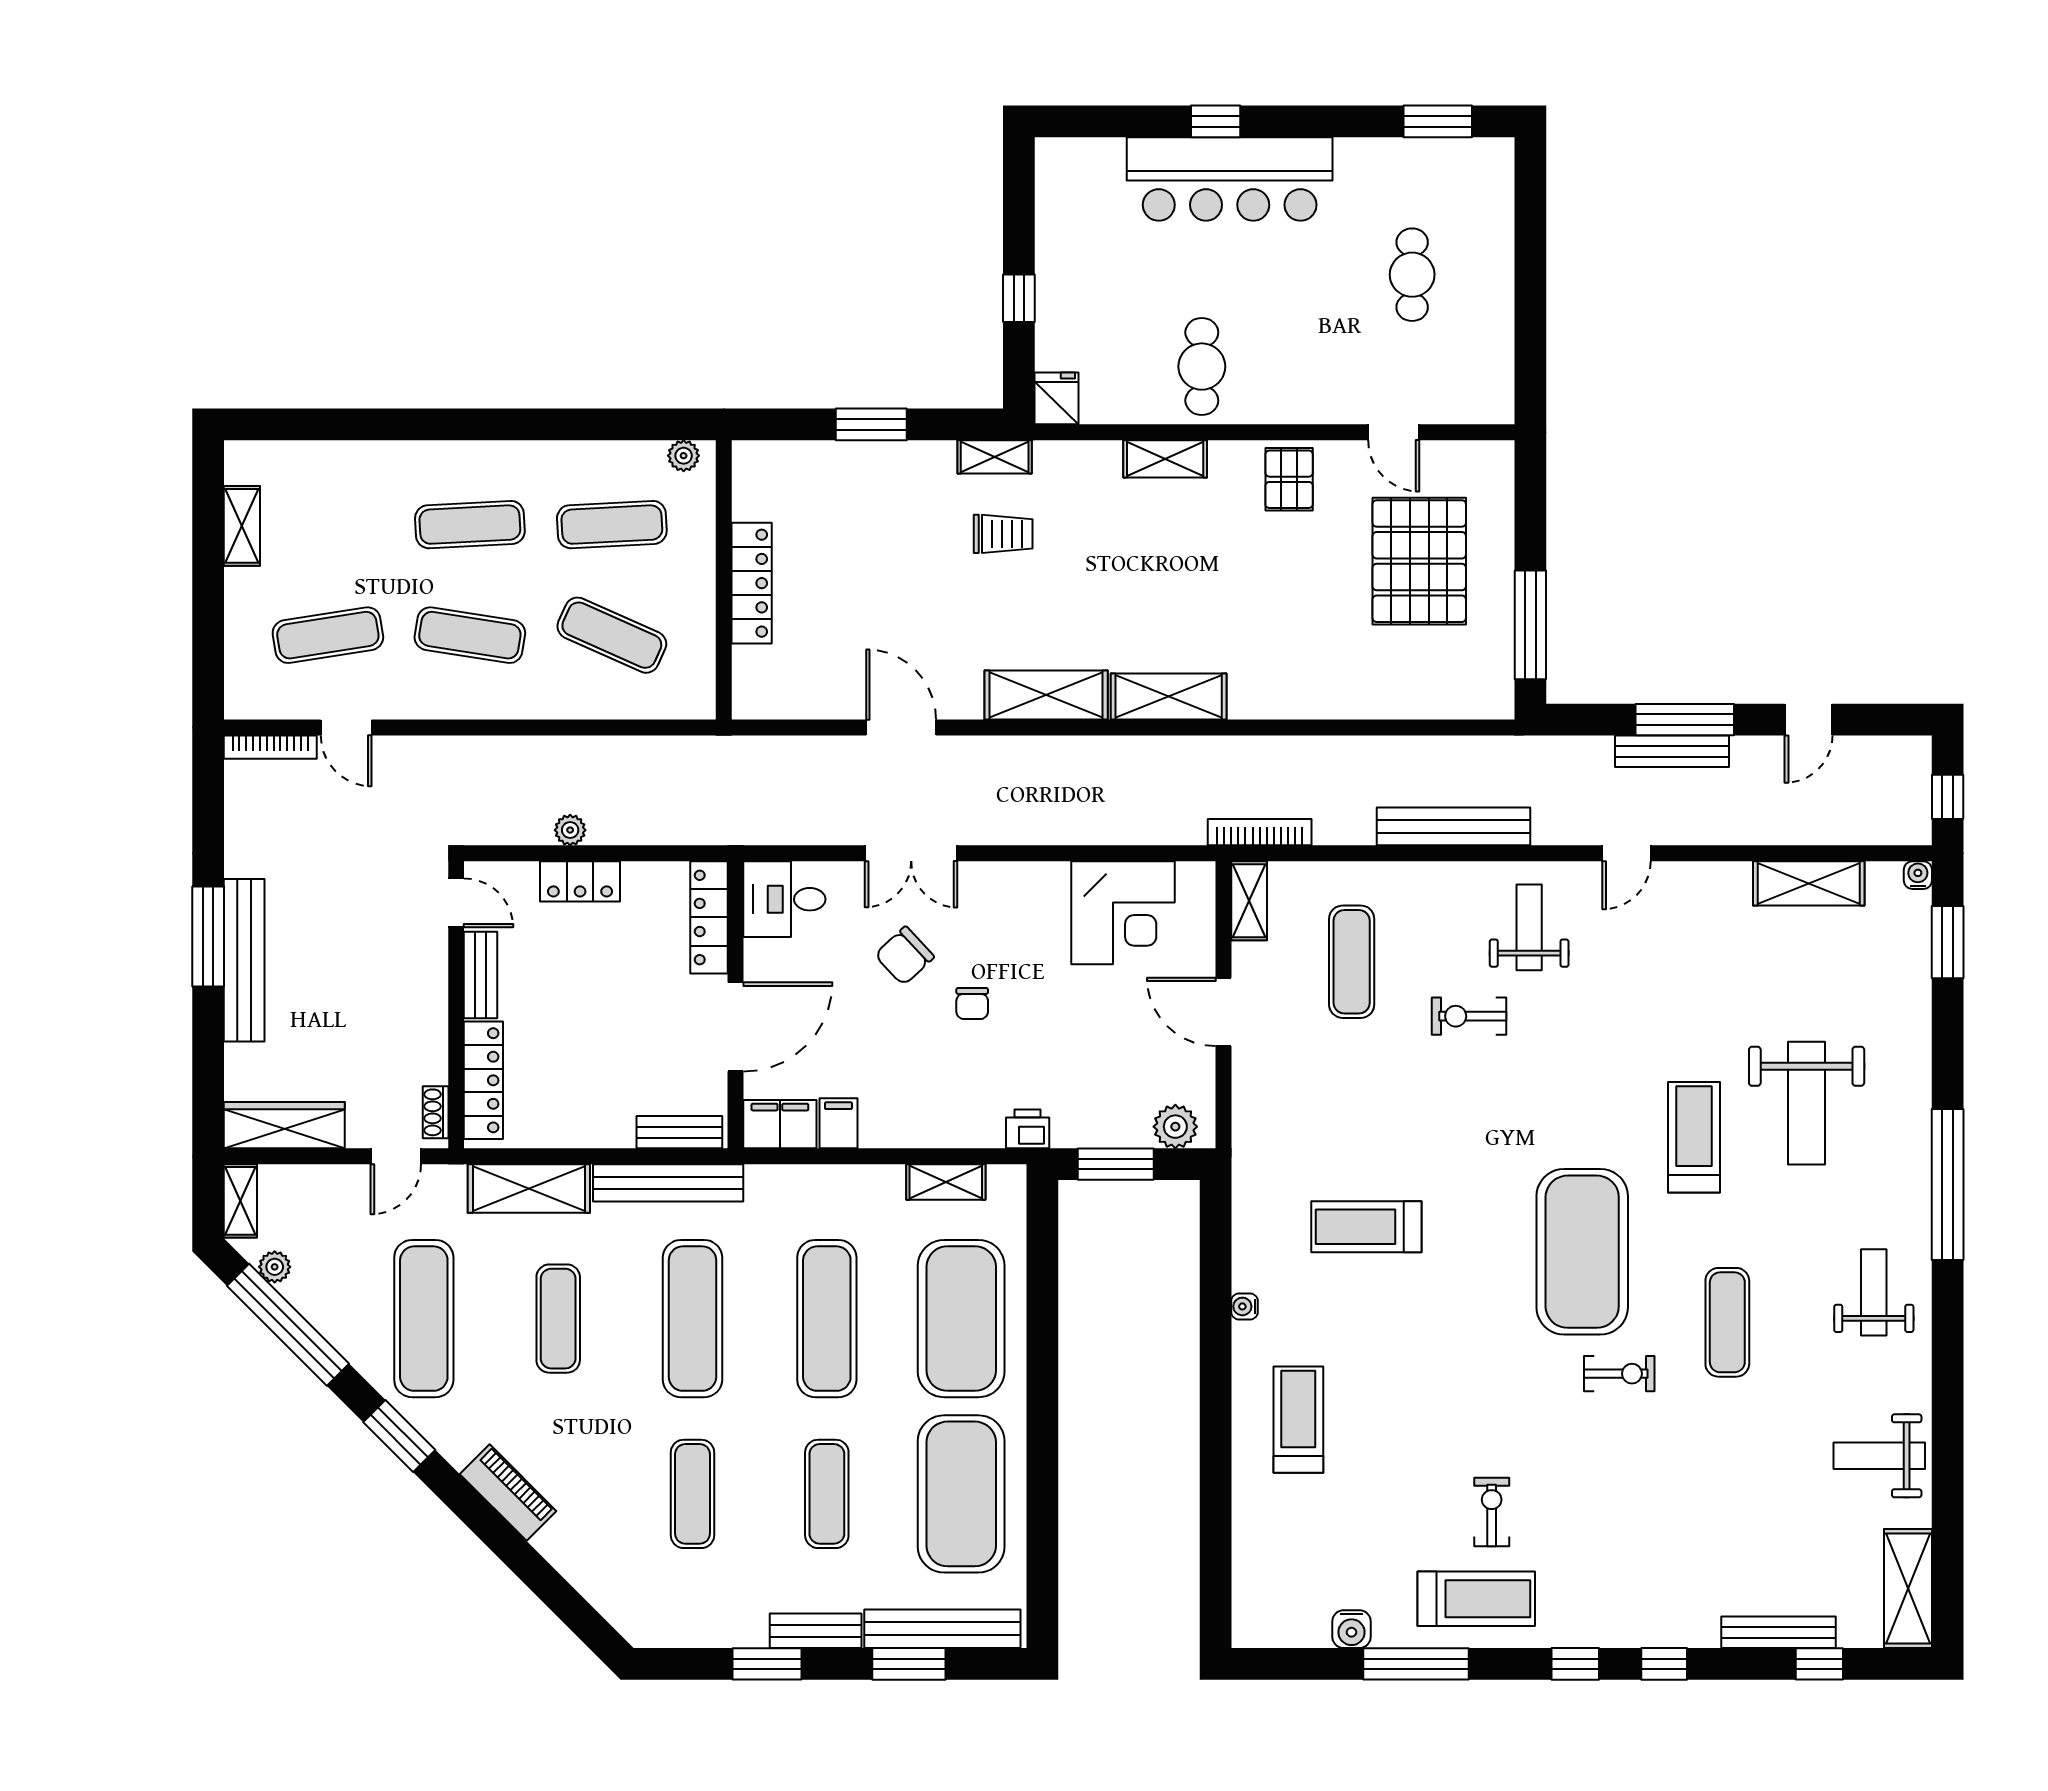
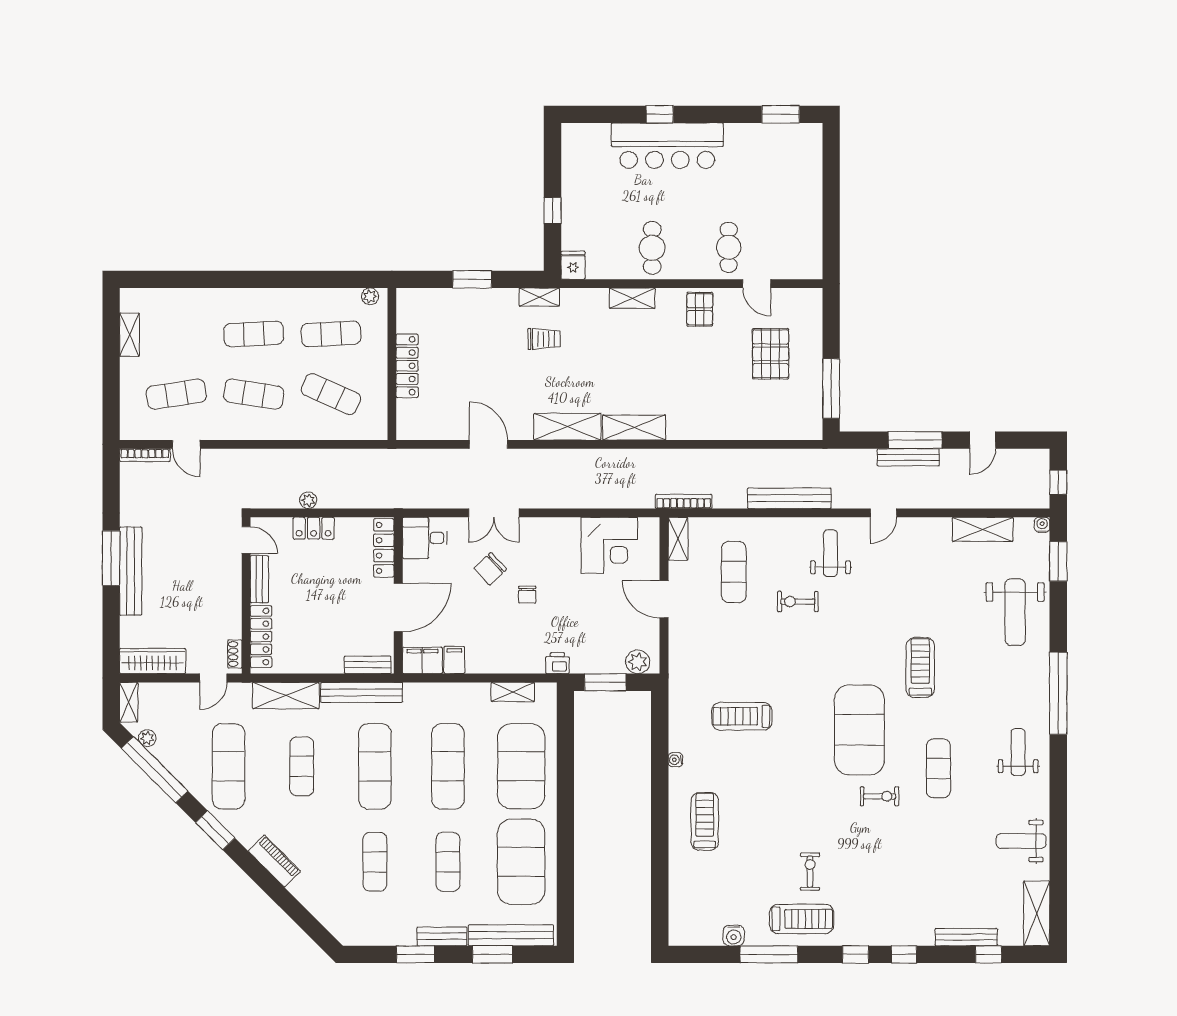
cafe table: (1412, 275) -> (729, 247), moved
pallet: (1419, 561) -> (771, 354), width x0.73, depth x0.71
weight bench: (1807, 1103) -> (1015, 612), moved

